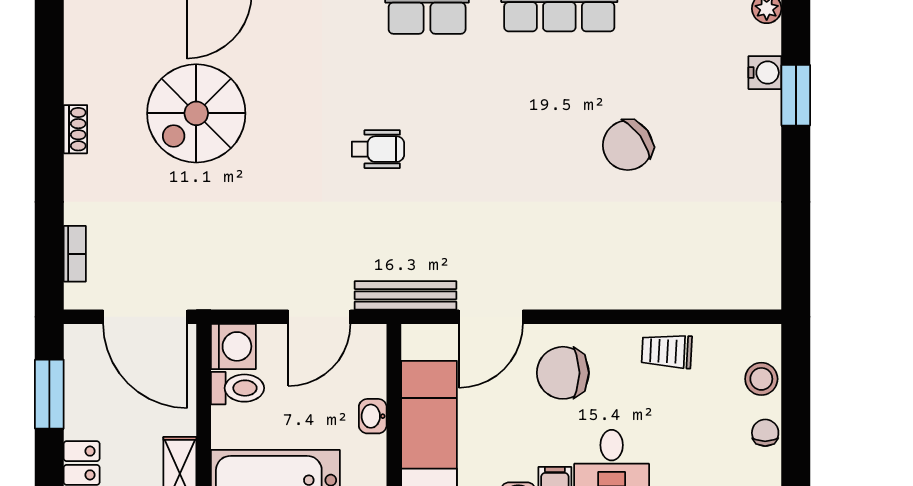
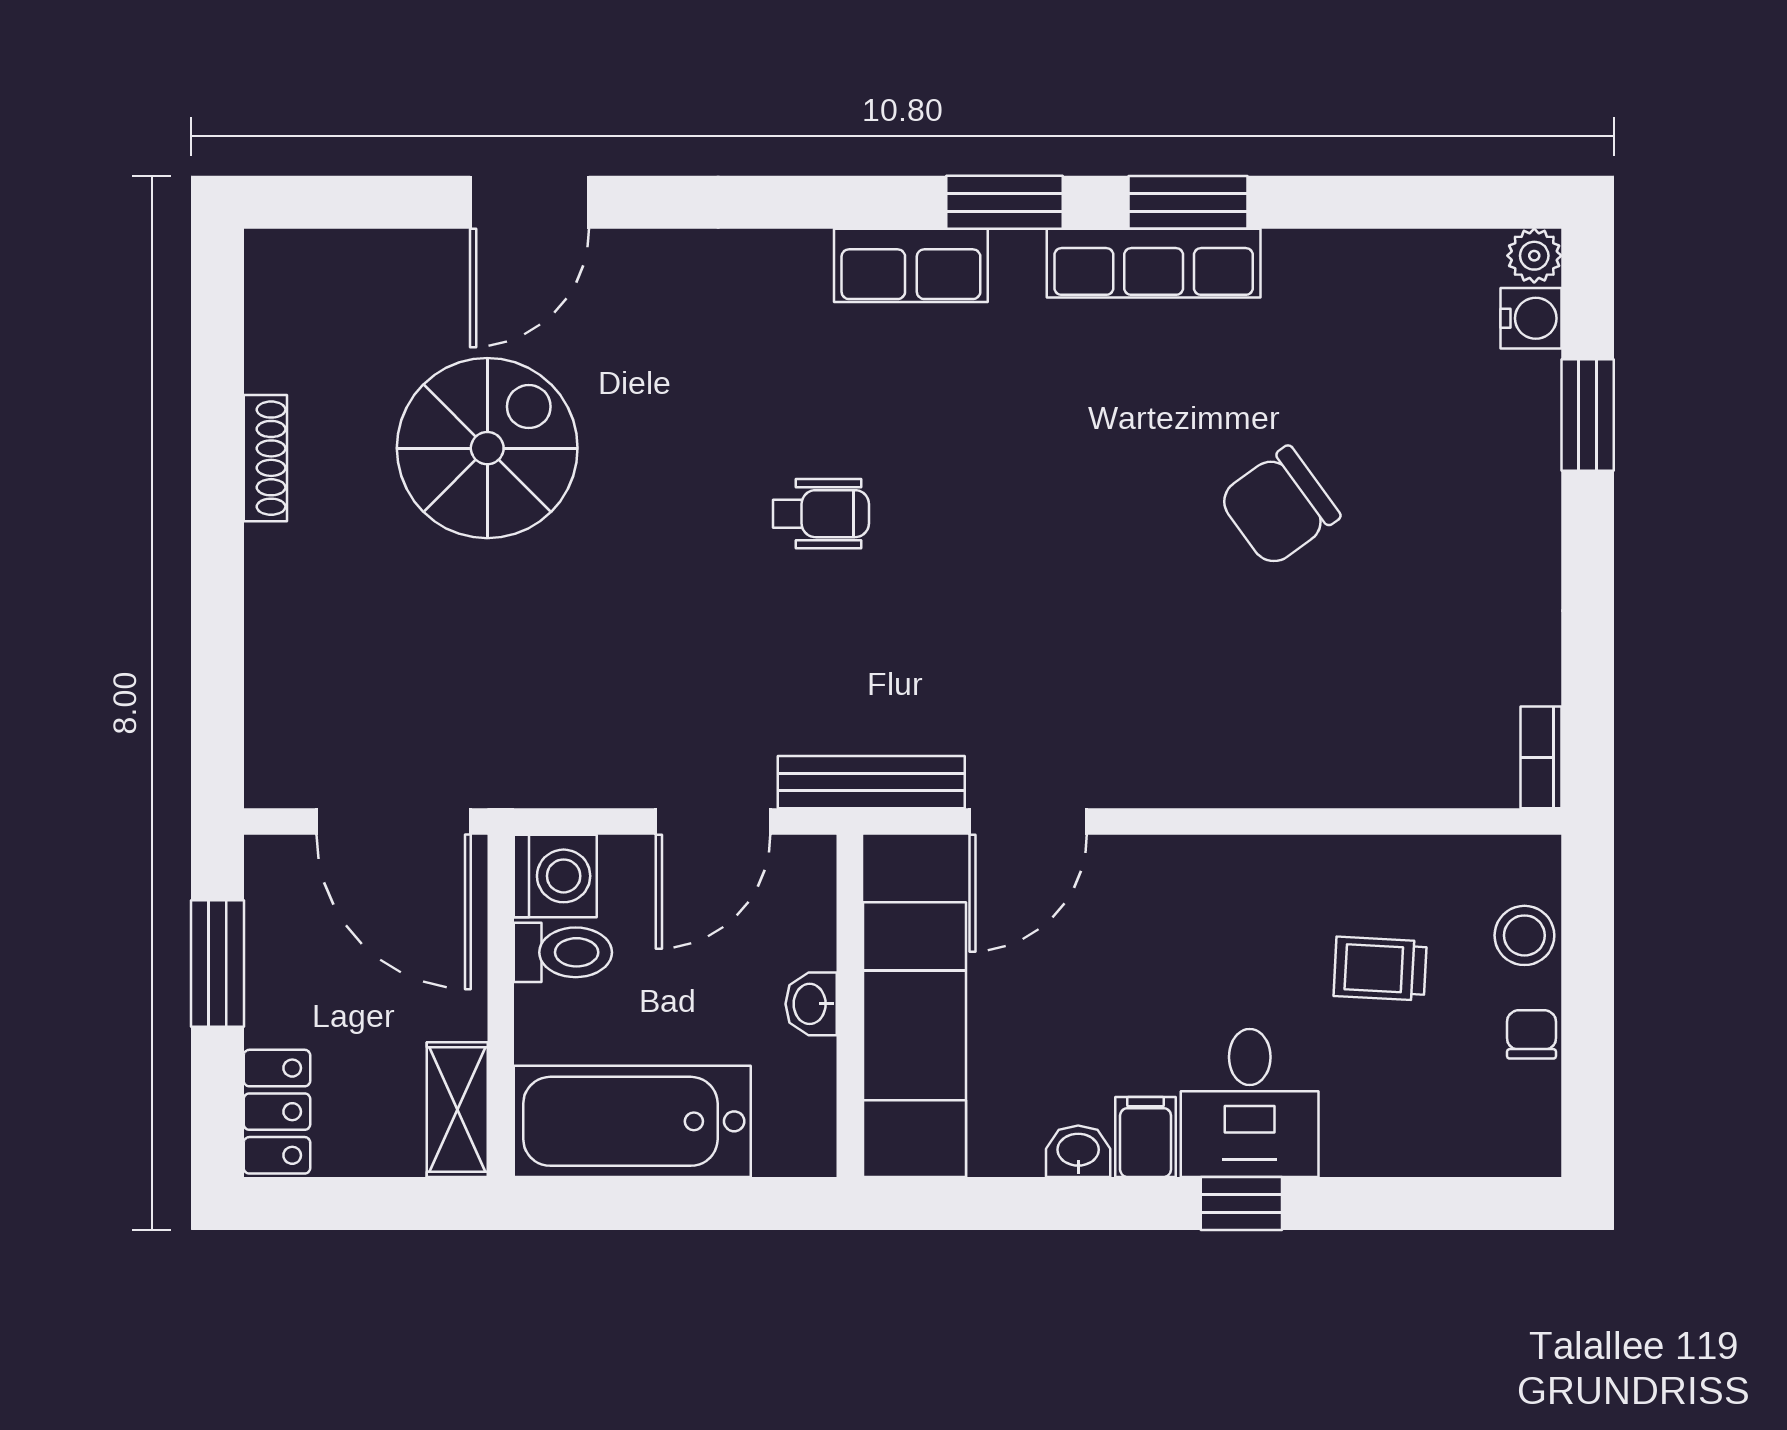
water cooler: (765, 73) -> (1531, 318), moved
spiral stairs: (196, 113) -> (487, 448), turned 180
shoe rack: (75, 129) -> (265, 458), width x1.43
bookcase: (75, 254) -> (1541, 757), moved, turned 180
trolley: (667, 351) -> (1380, 969), moved
chair: (563, 373) -> (1160, 924), removed

